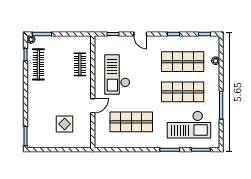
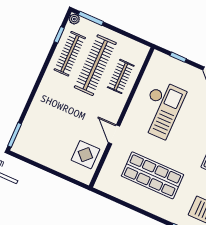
clothes rail: (59, 64) -> (95, 65), added
checkout: (117, 74) -> (161, 109), turned 180
door: (93, 106) -> (114, 134), swing flipped
display table: (65, 124) -> (85, 155), moved

